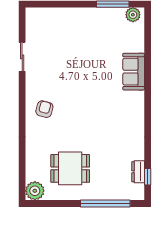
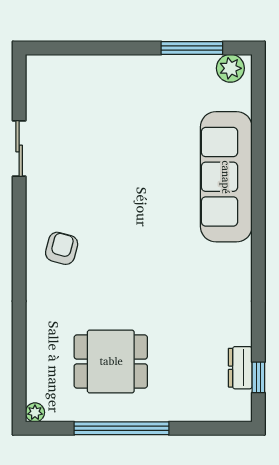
sofa: (134, 72) -> (226, 177), width x1.85, depth x1.27
plant: (35, 191) -> (35, 412), width x0.53, depth x0.53
window: (105, 203) -> (122, 428), moved

